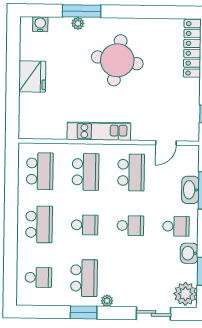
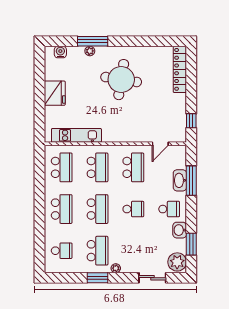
kitchen unit: (99, 131) -> (76, 135), moved
school desk: (85, 225) -> (97, 209), width x1.85

